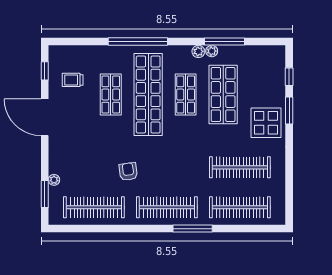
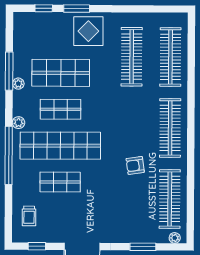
plant: (198, 51) -> (19, 123), moved
trolley: (73, 80) -> (29, 216), moved
plant: (54, 180) -> (175, 238), moved
window: (45, 194) -> (143, 247), moved
window: (193, 229) -> (191, 103), removed

